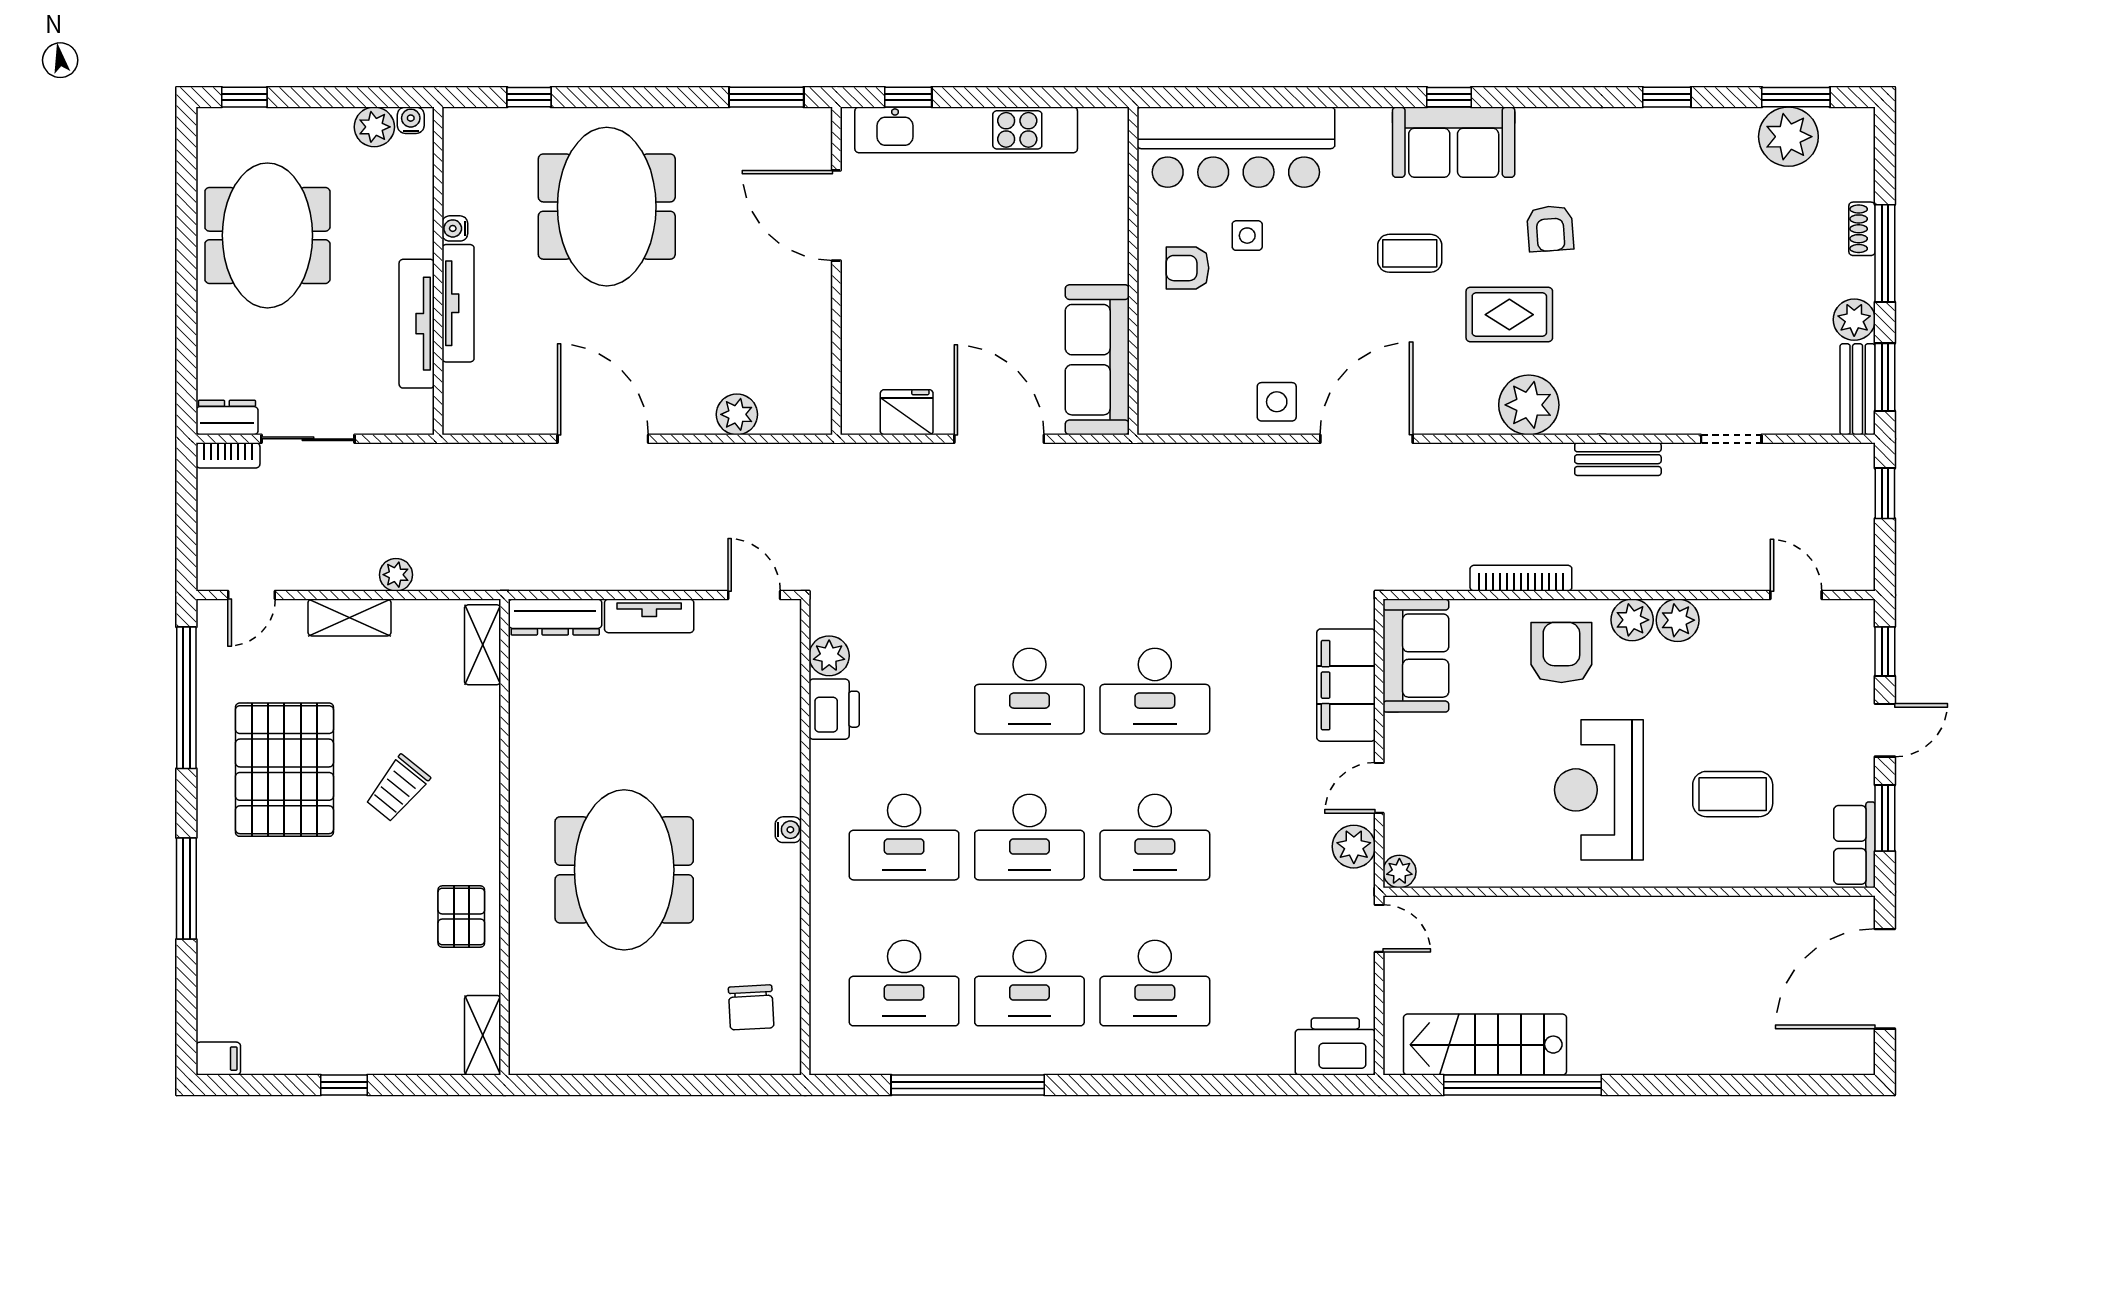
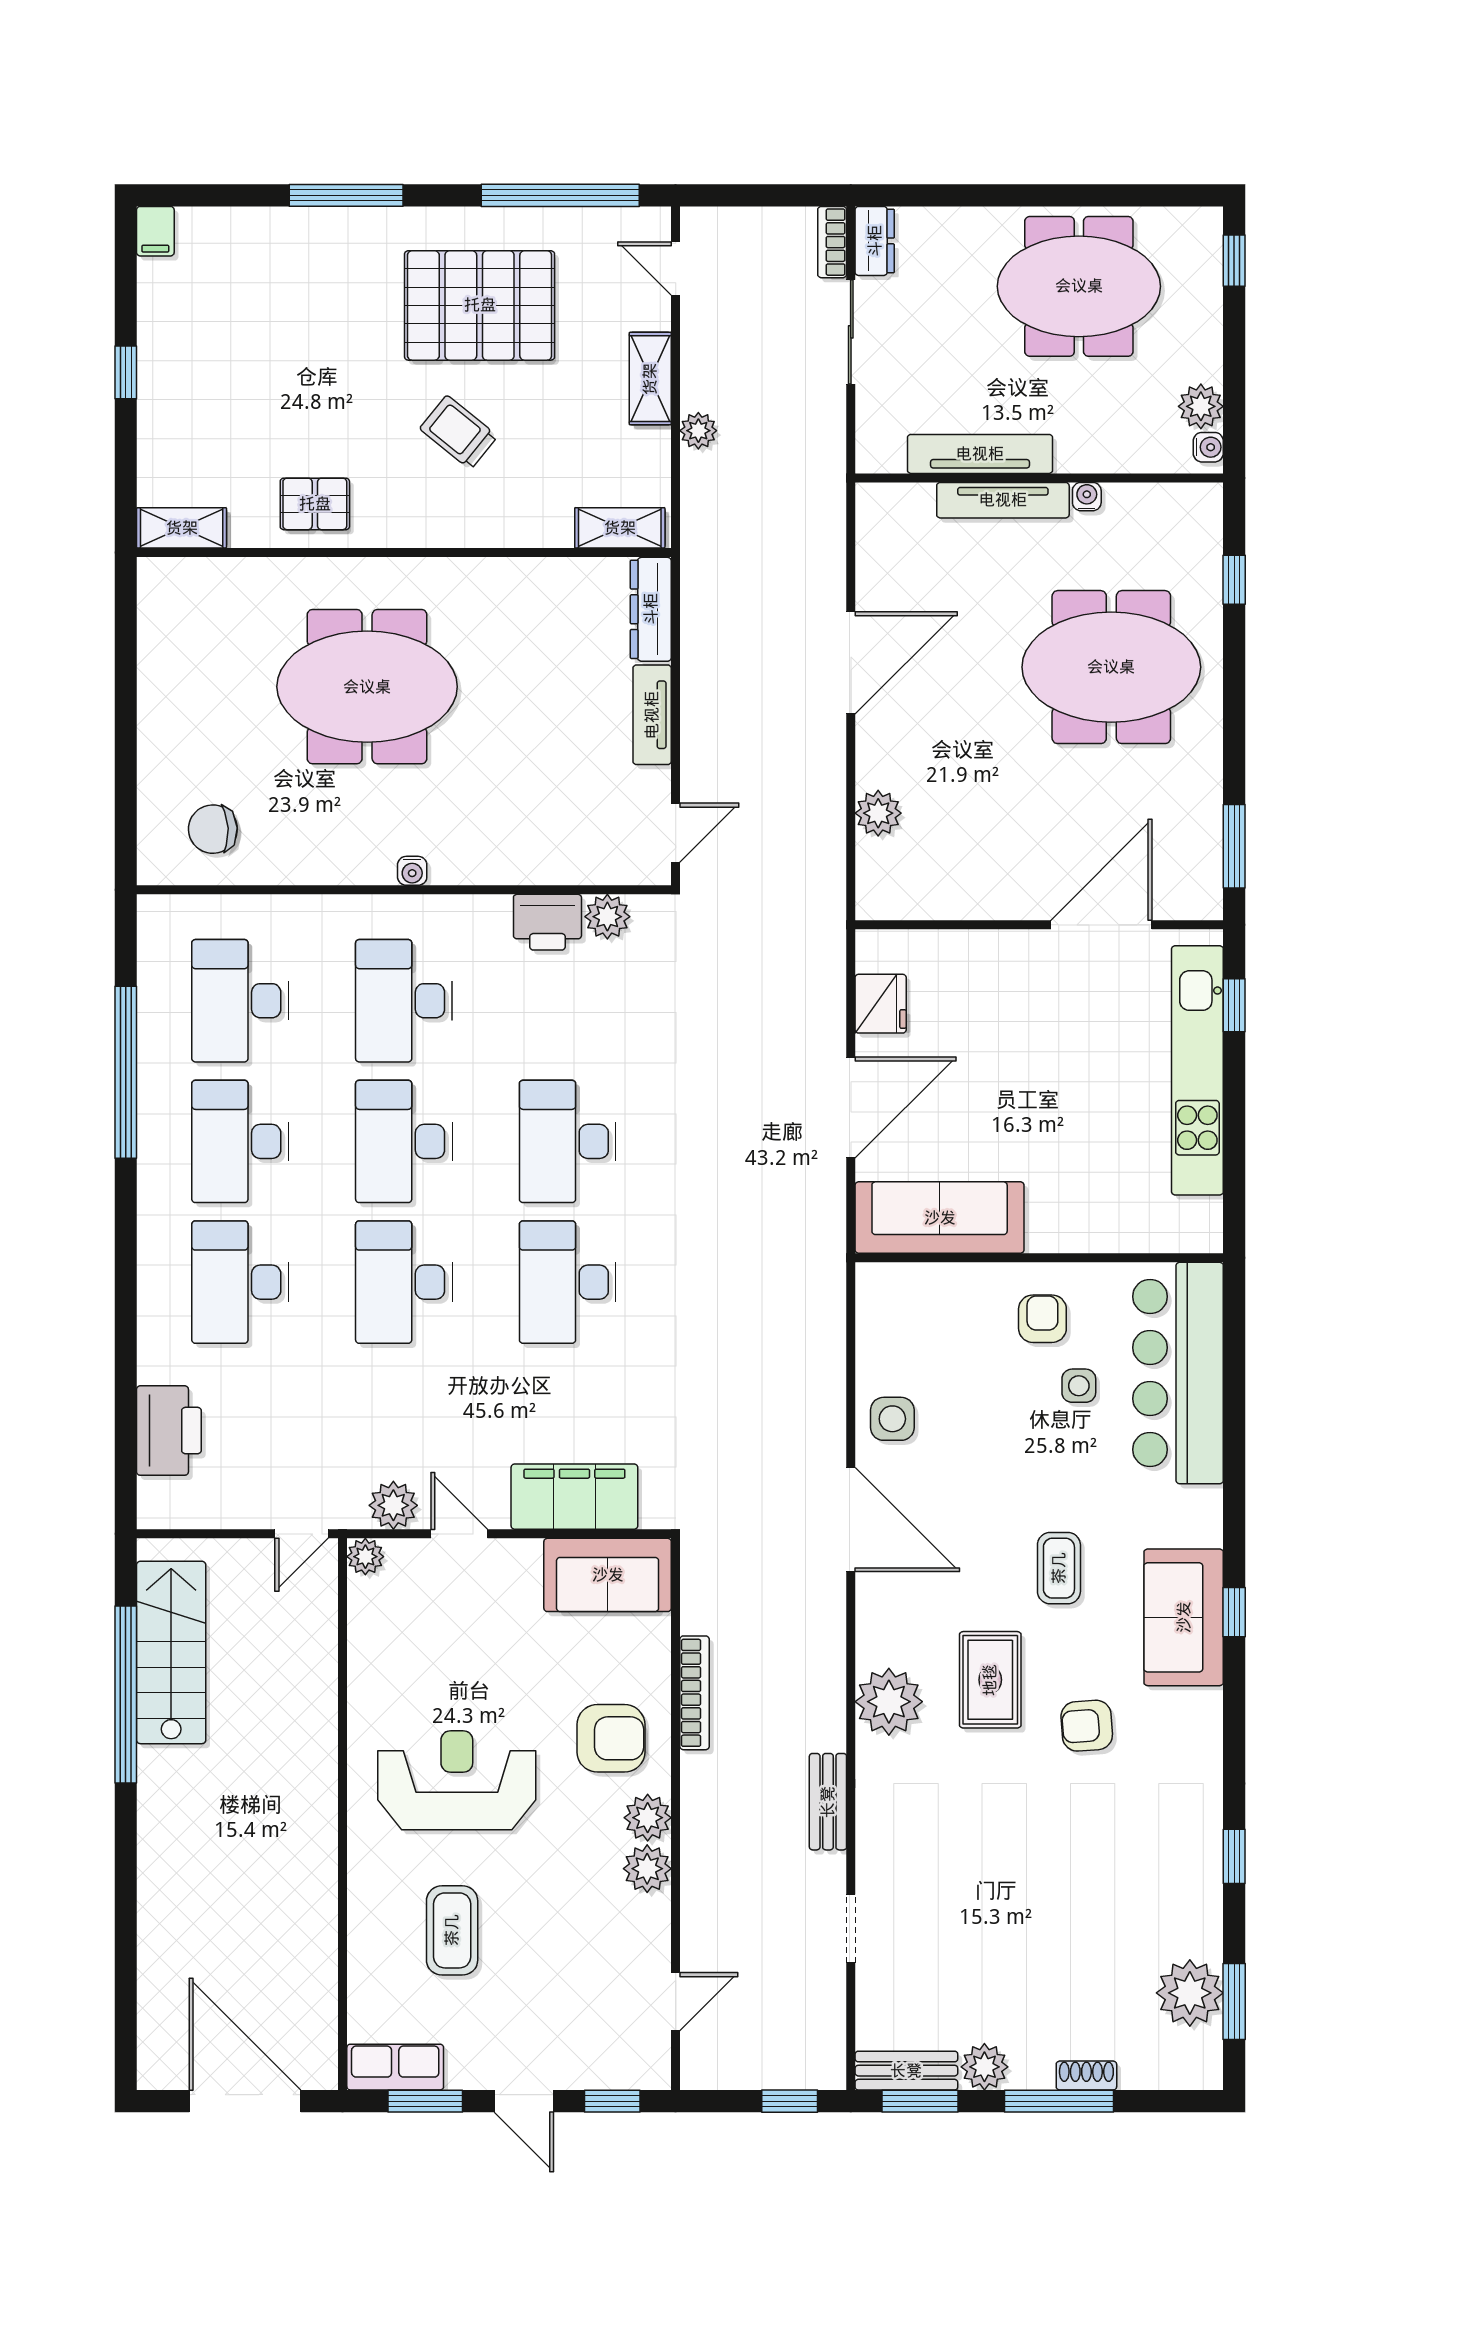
printer: (1335, 1047) -> (169, 1431), moved

